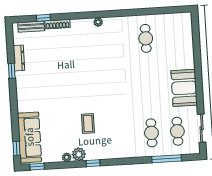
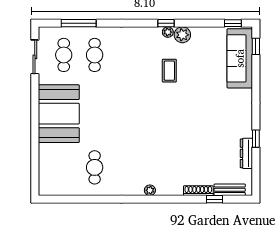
booth: (184, 88) -> (59, 114), width x1.36, depth x1.42
plant: (67, 157) -> (168, 32), moved

